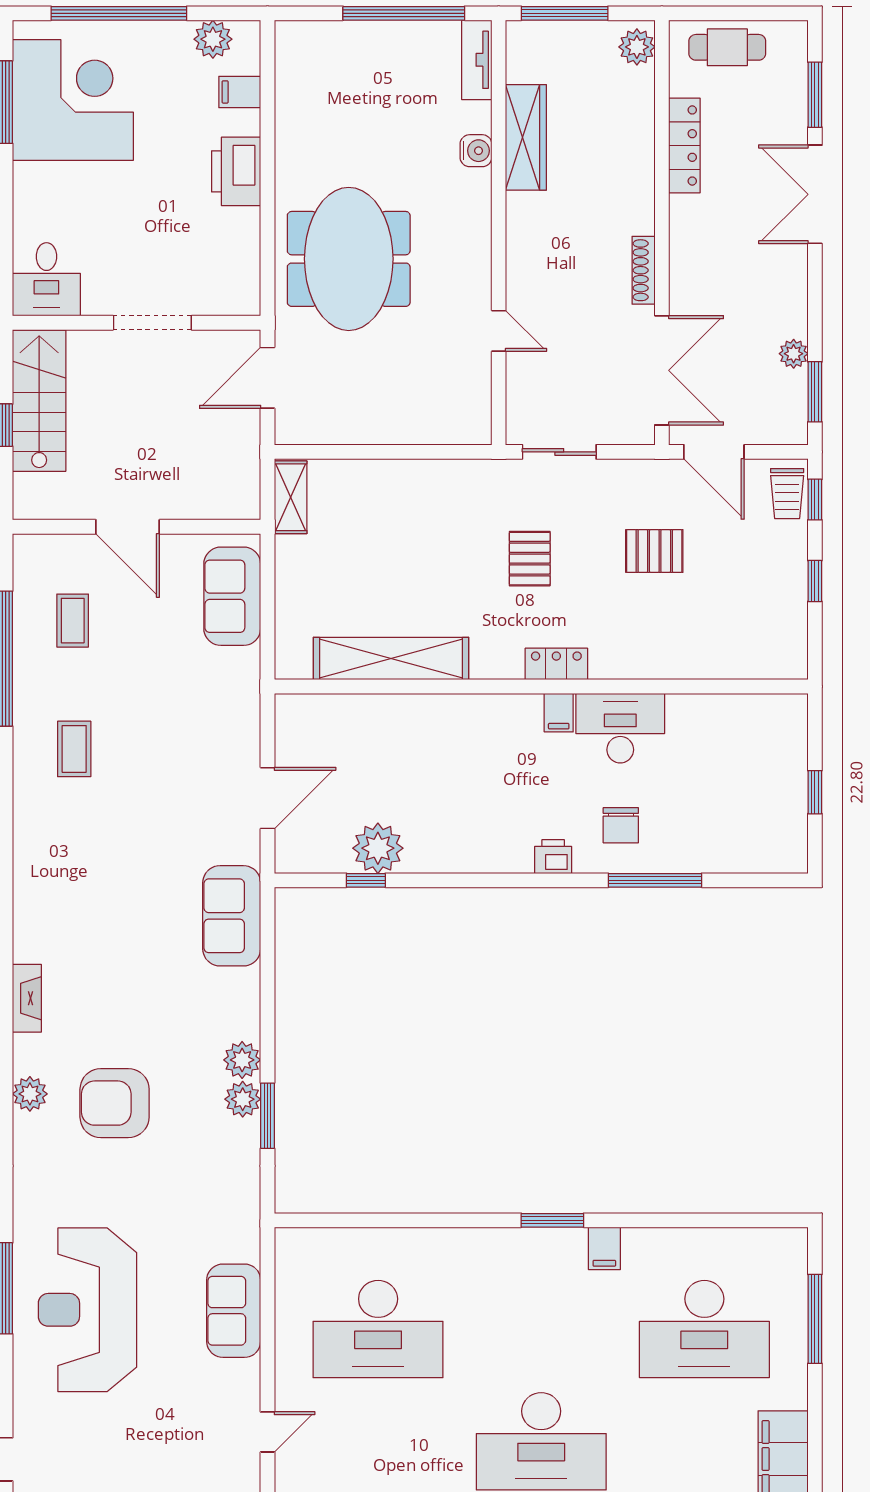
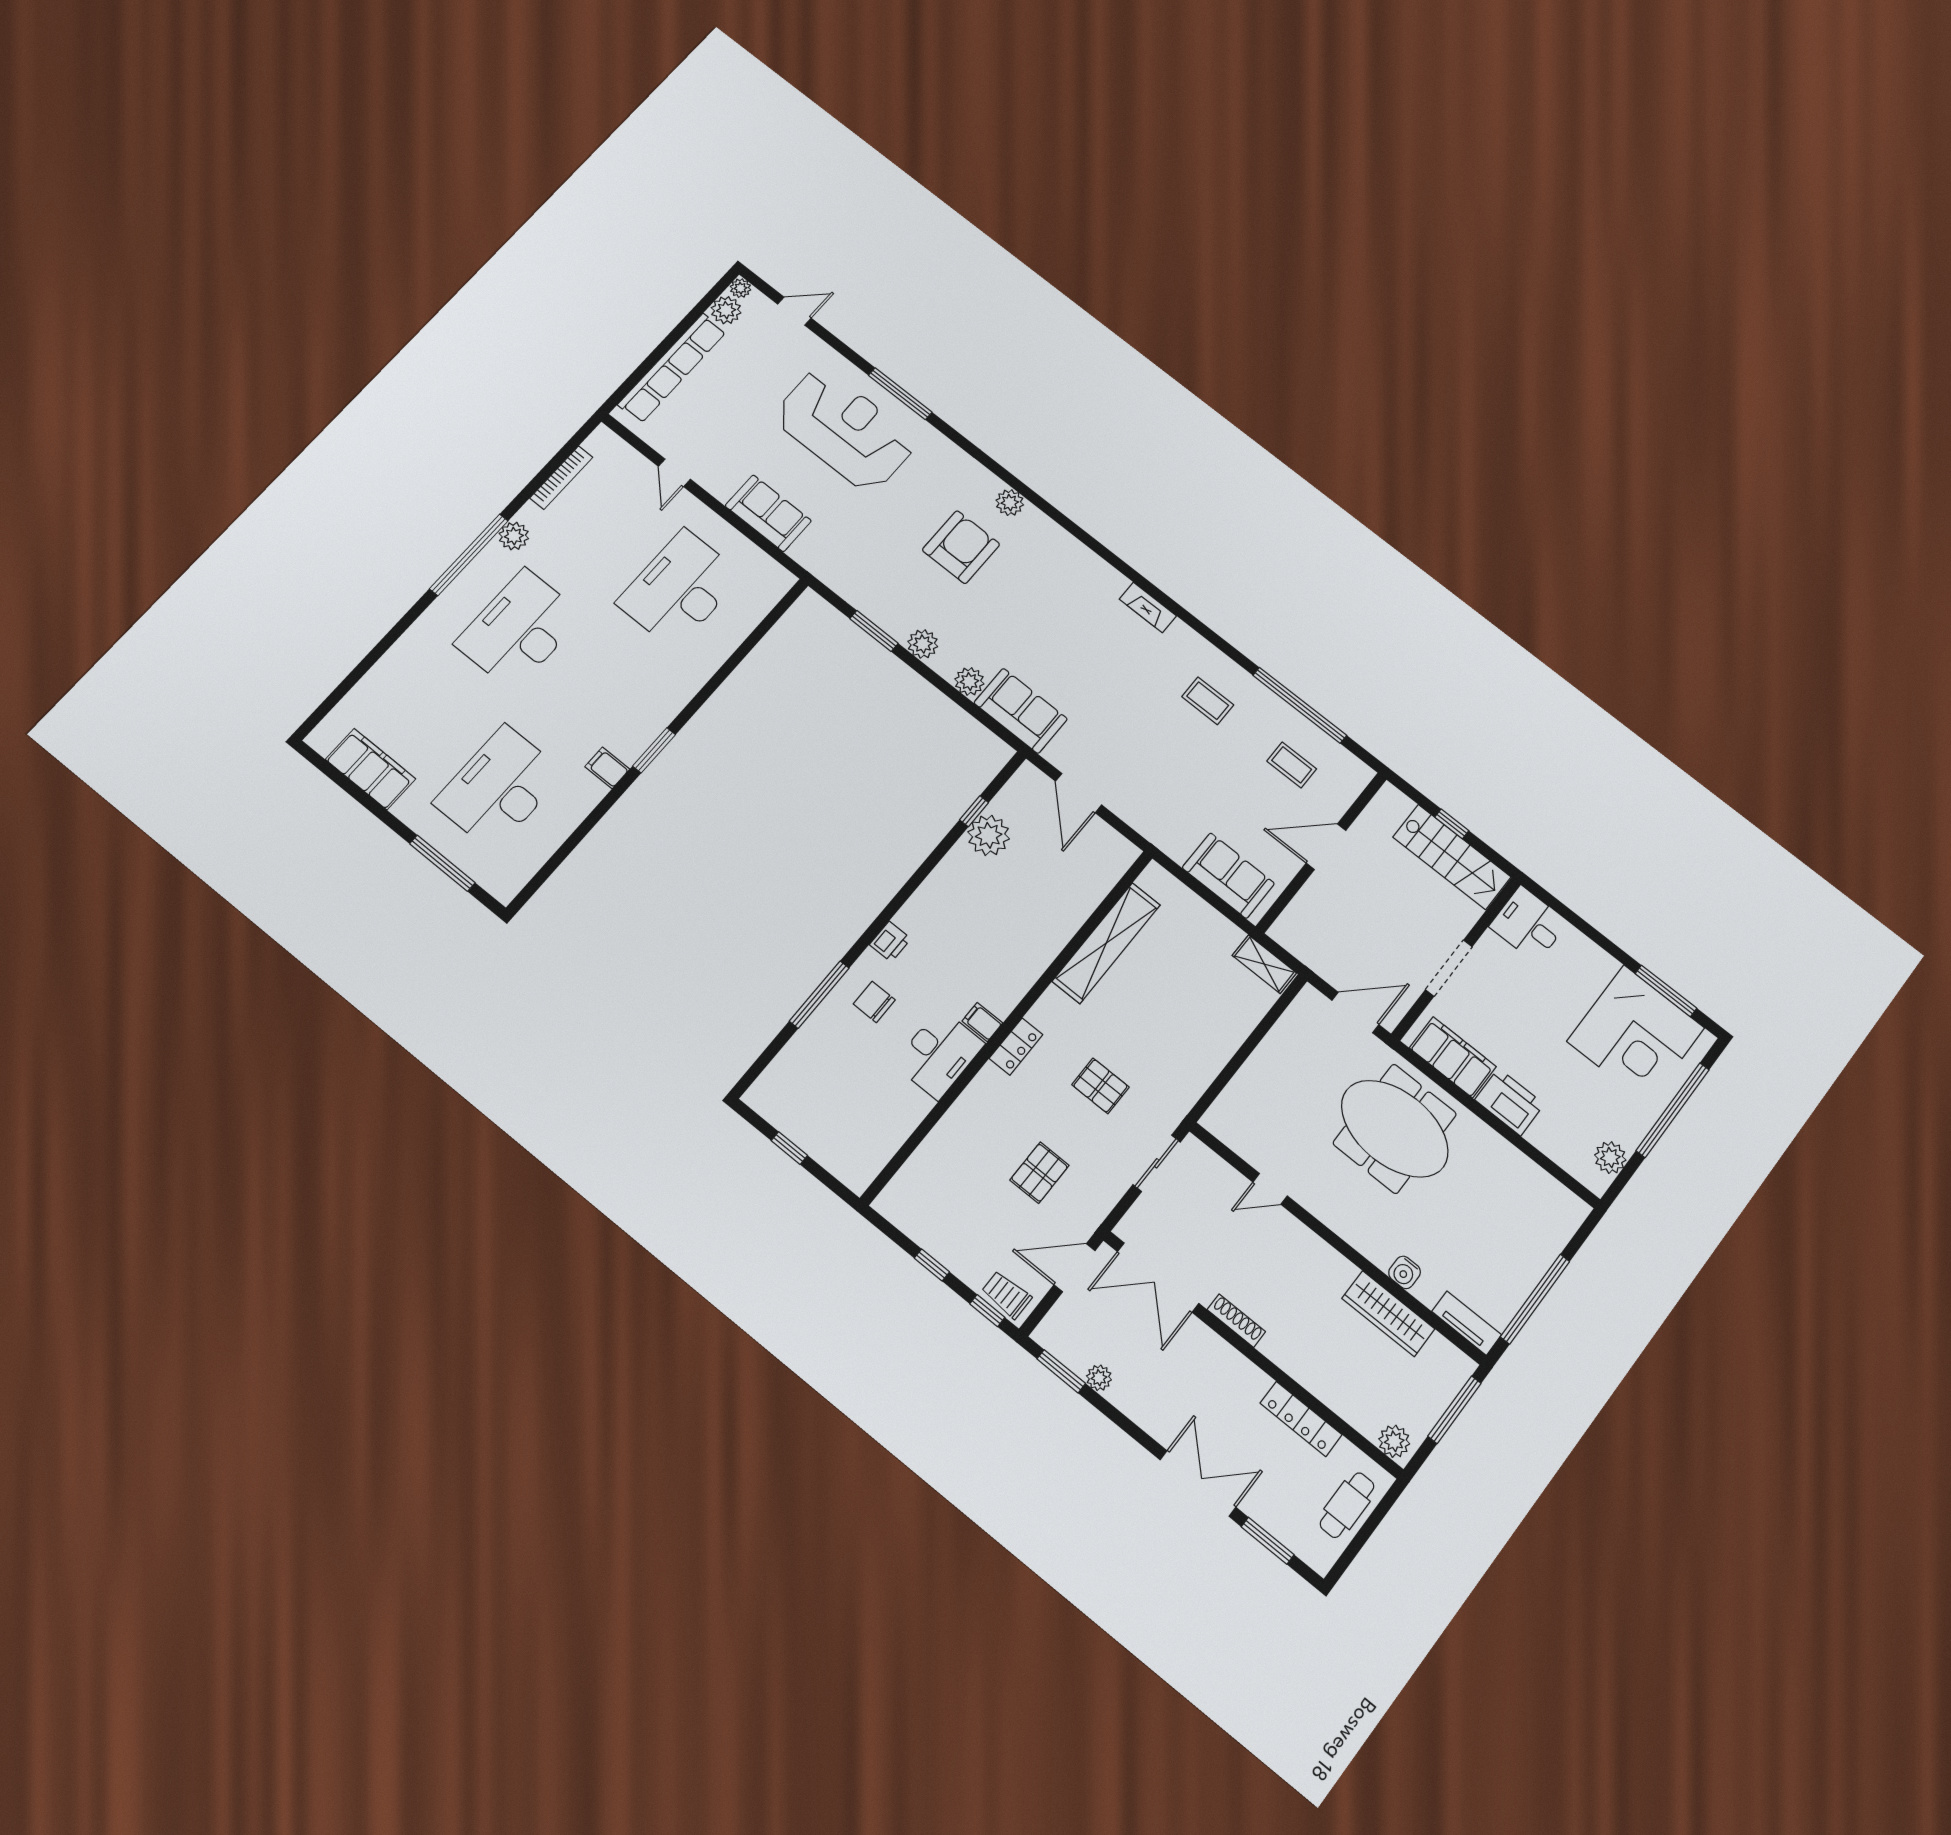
filing cabinet: (240, 92) -> (1453, 1057), moved, width x3.00, depth x1.17
door: (267, 378) -> (1355, 1012), hinge flipped
fireplace: (27, 998) -> (1148, 608), moved
plant: (243, 1099) -> (969, 681), moved

